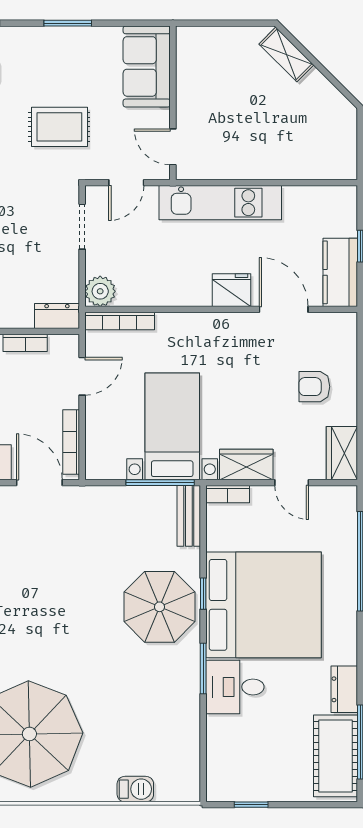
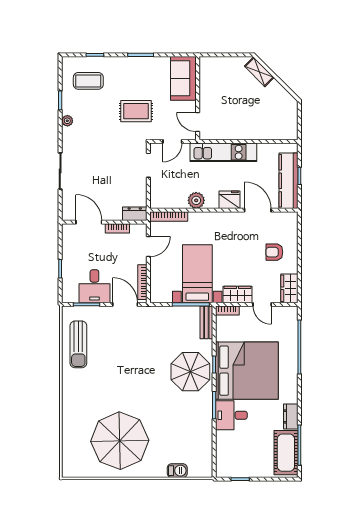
kitchen counter: (340, 272) -> (288, 181), width x1.50
plant: (100, 291) -> (196, 200), moved

